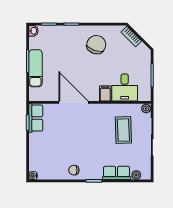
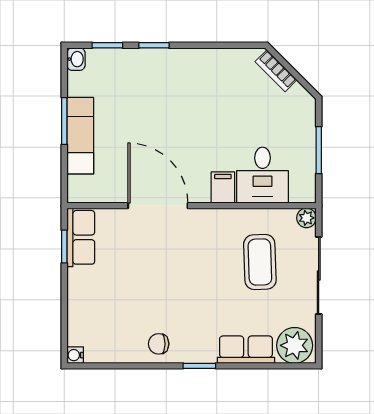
chair: (96, 45) -> (204, 87), removed
plant: (136, 175) -> (295, 345), width x1.87, depth x1.87

